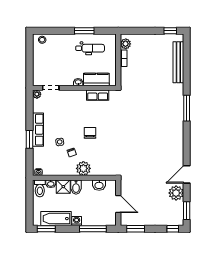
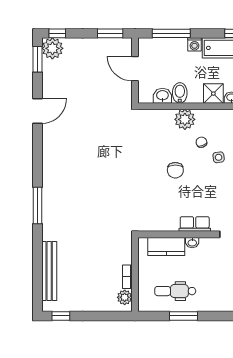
row of seats: (98, 95) -> (195, 224), moved
bidet: (76, 187) -> (180, 93), moved
plant: (176, 193) -> (52, 48), moved

